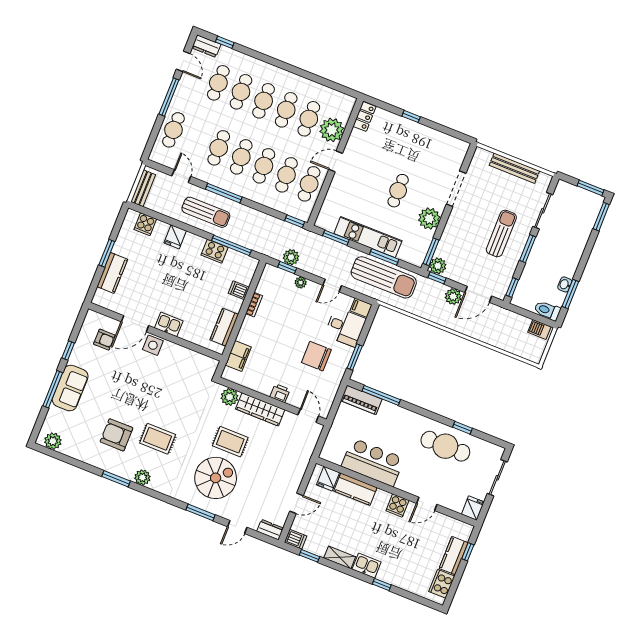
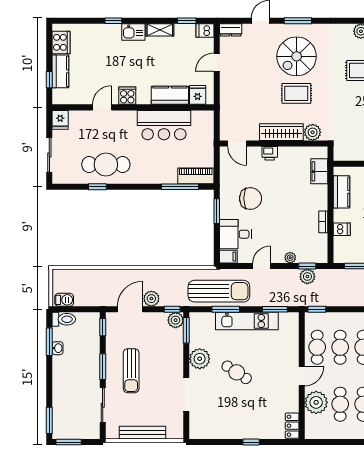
cafe table: (398, 191) -> (237, 372), turned -57
sun lounger: (384, 277) -> (219, 291), turned 180

